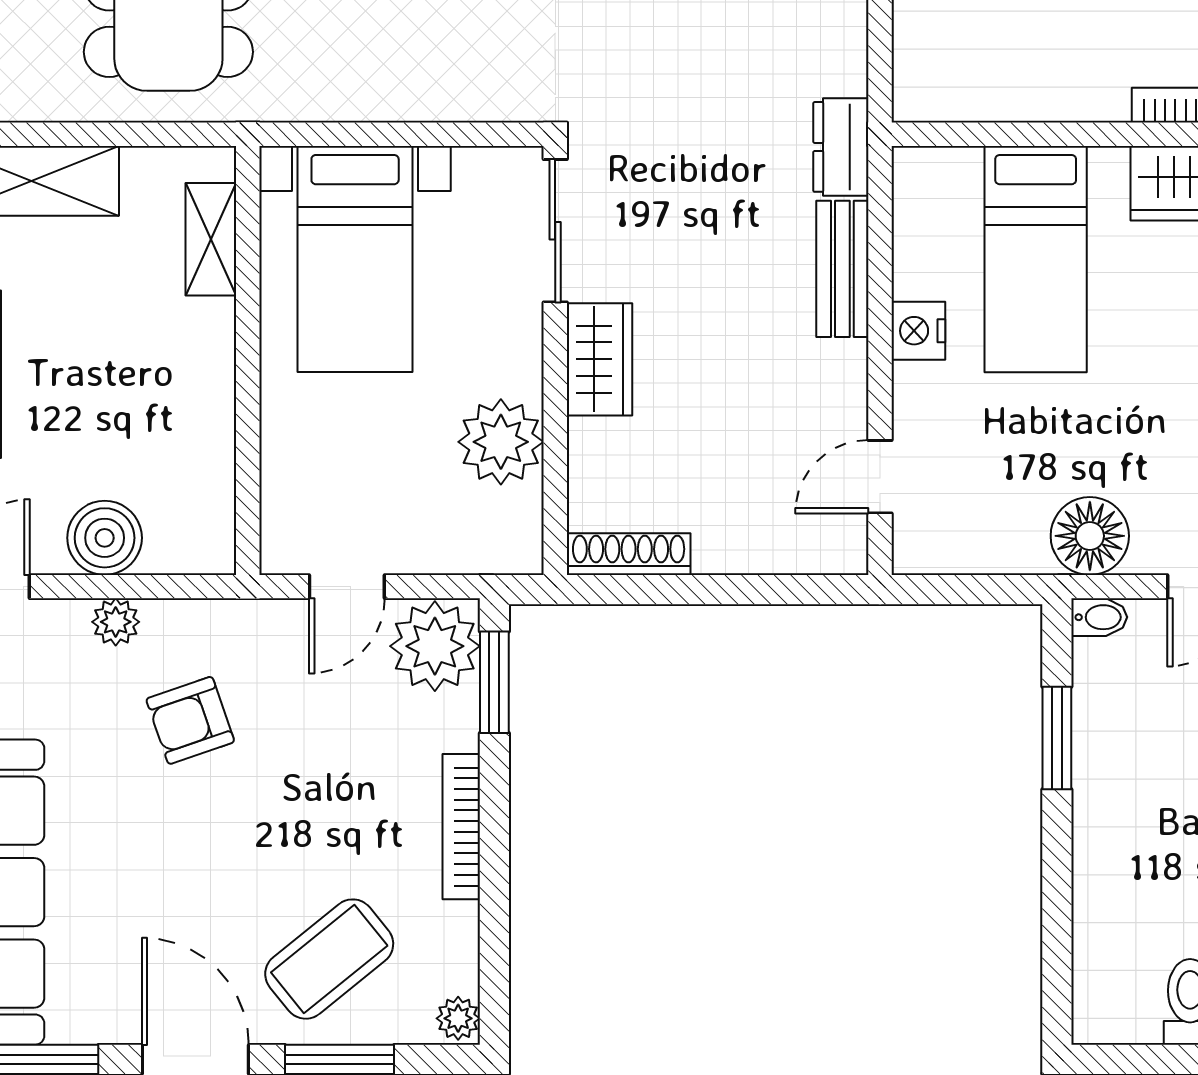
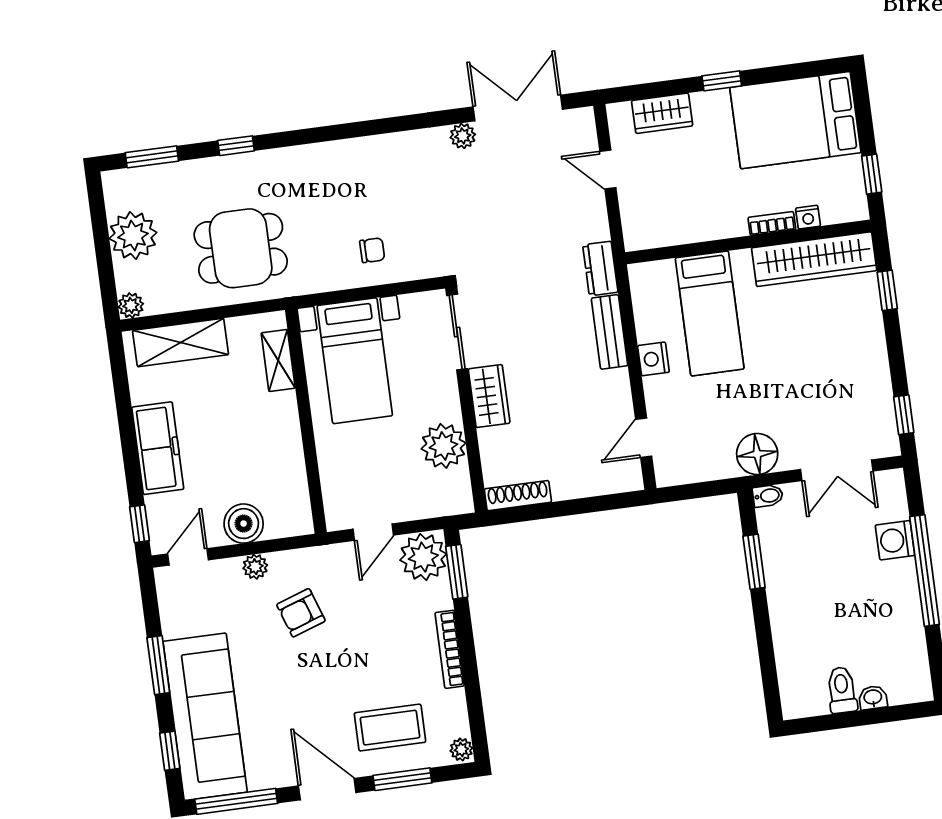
chair: (416, 55) -> (372, 250), added
coffee table: (329, 959) -> (390, 728), turned 39

